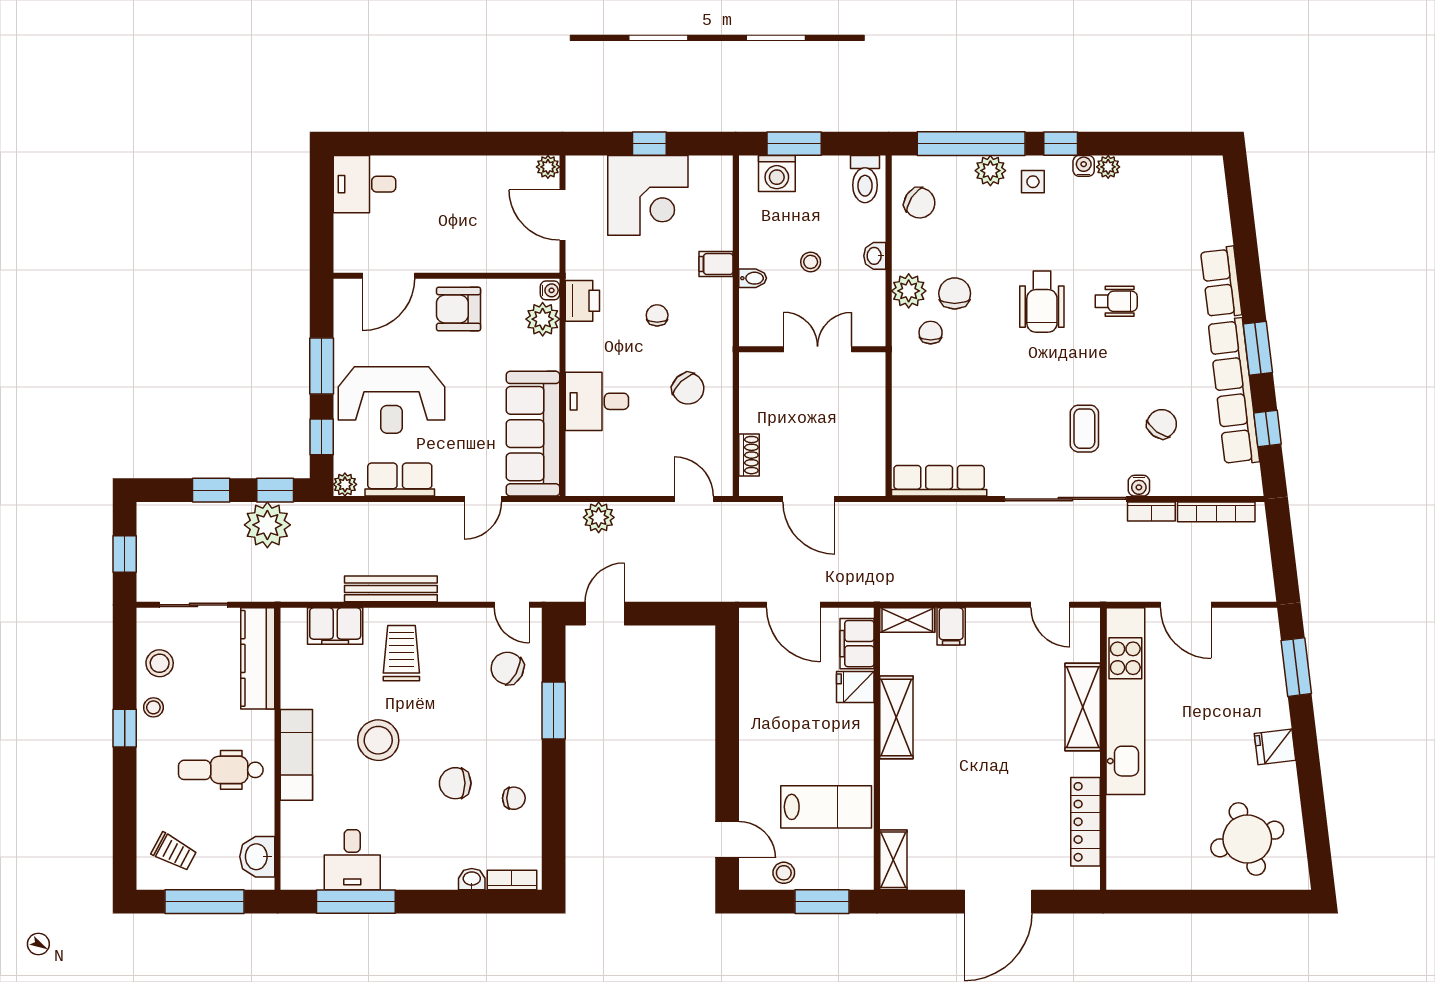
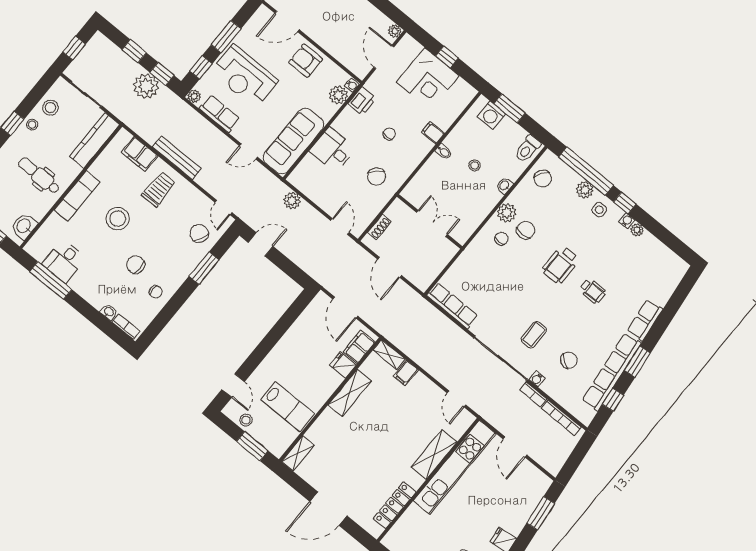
wall: (812, 349) -> (430, 222), moved
double door: (818, 349) -> (432, 223), moved

